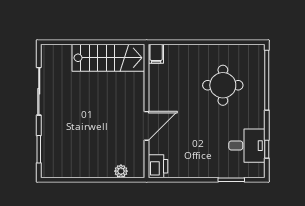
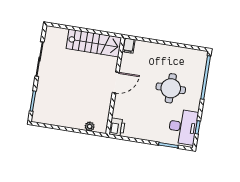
round table: (223, 85) -> (171, 88), moved
door: (147, 126) -> (116, 83), moved
desk: (247, 146) -> (183, 127), width x1.37

